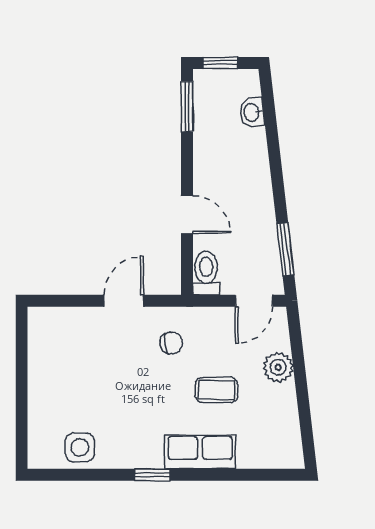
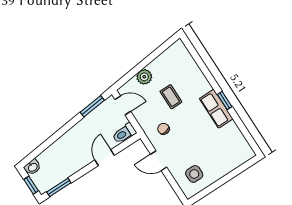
washbasin: (252, 112) -> (33, 167), moved
side table: (80, 447) -> (194, 174), moved
row of seats: (200, 452) -> (216, 109), moved

